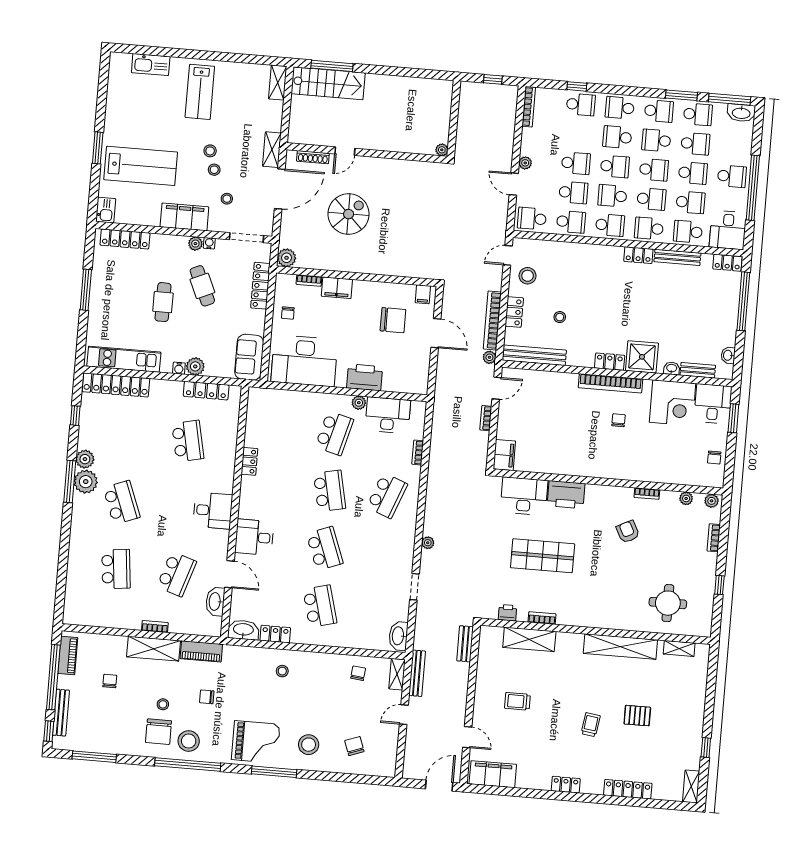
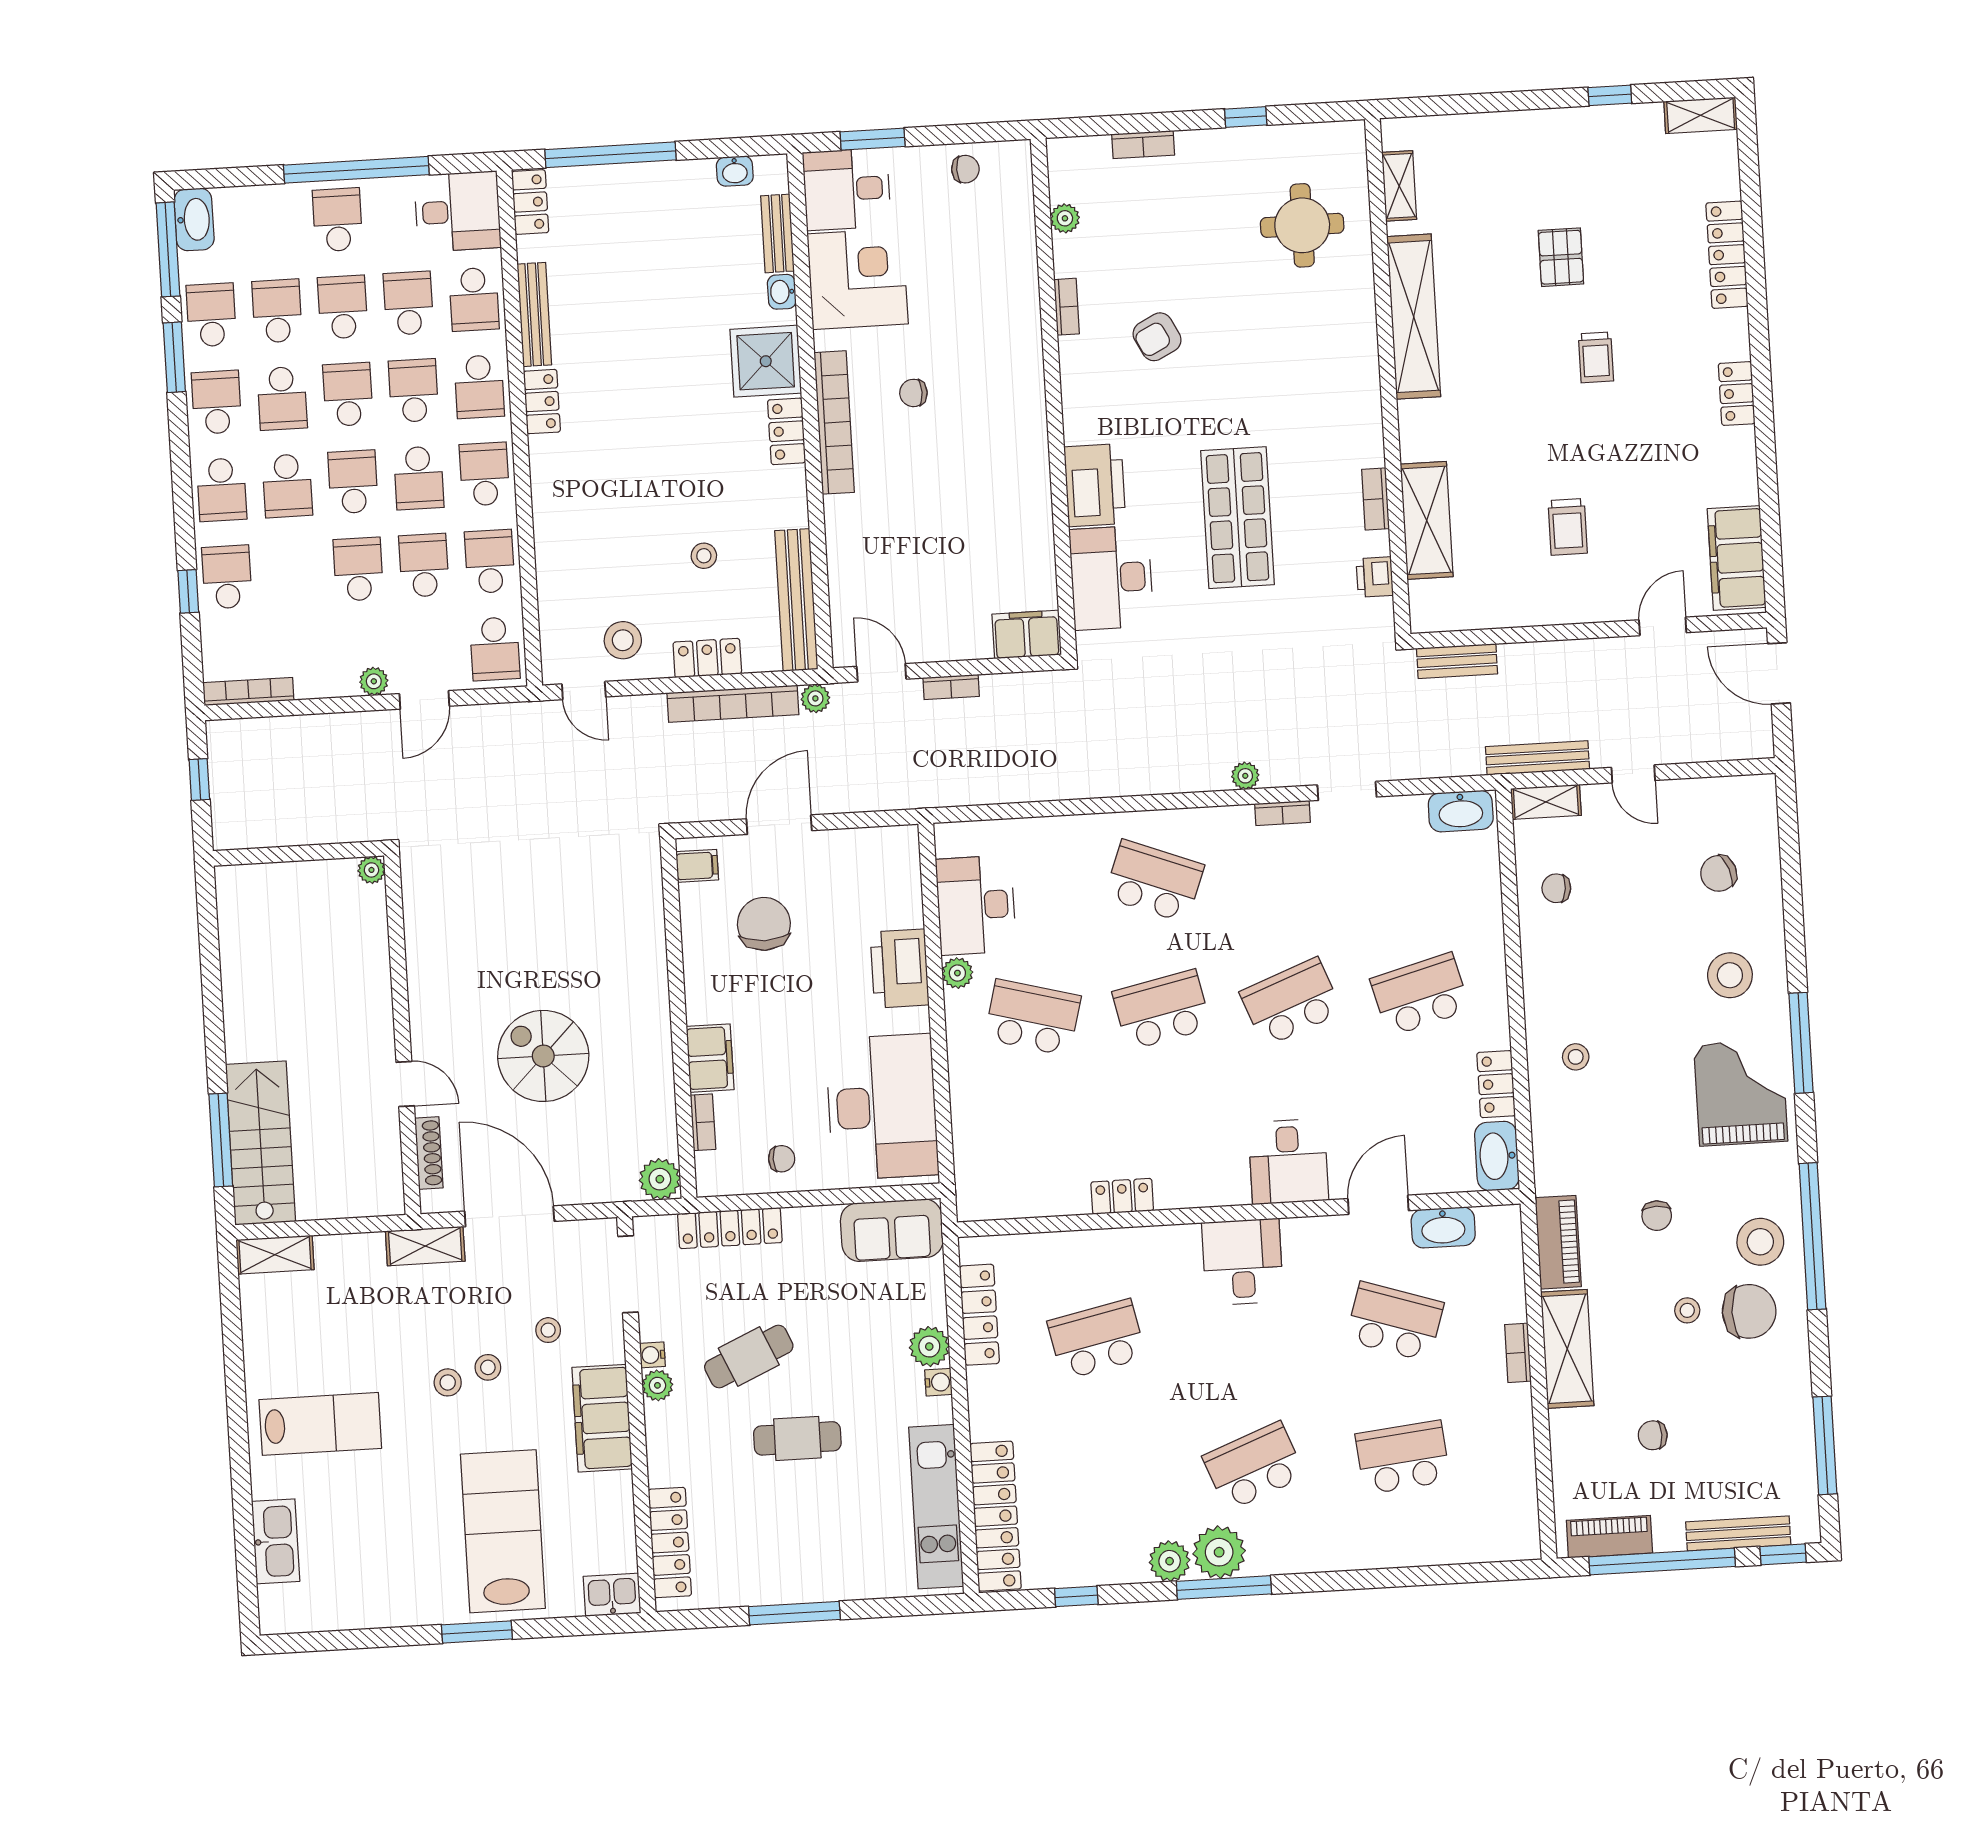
bookcase: (418, 453) -> (1283, 813), moved
plant: (712, 501) -> (1062, 161), removed
trolley: (591, 725) -> (1596, 357), turned -98

